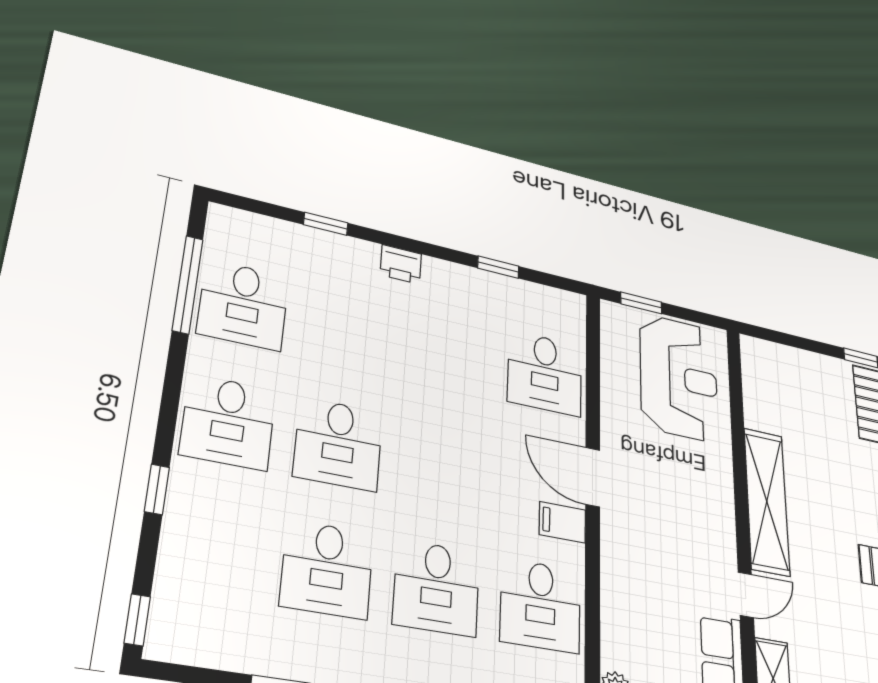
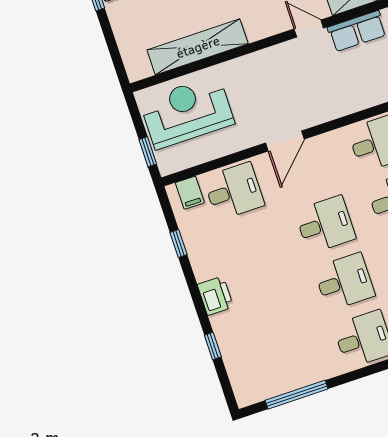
printer: (401, 264) -> (215, 296), width x1.36, depth x1.24
desk: (243, 305) -> (325, 224), moved
shelving: (767, 501) -> (198, 47), moved
filing cabinet: (562, 522) -> (190, 193), moved

